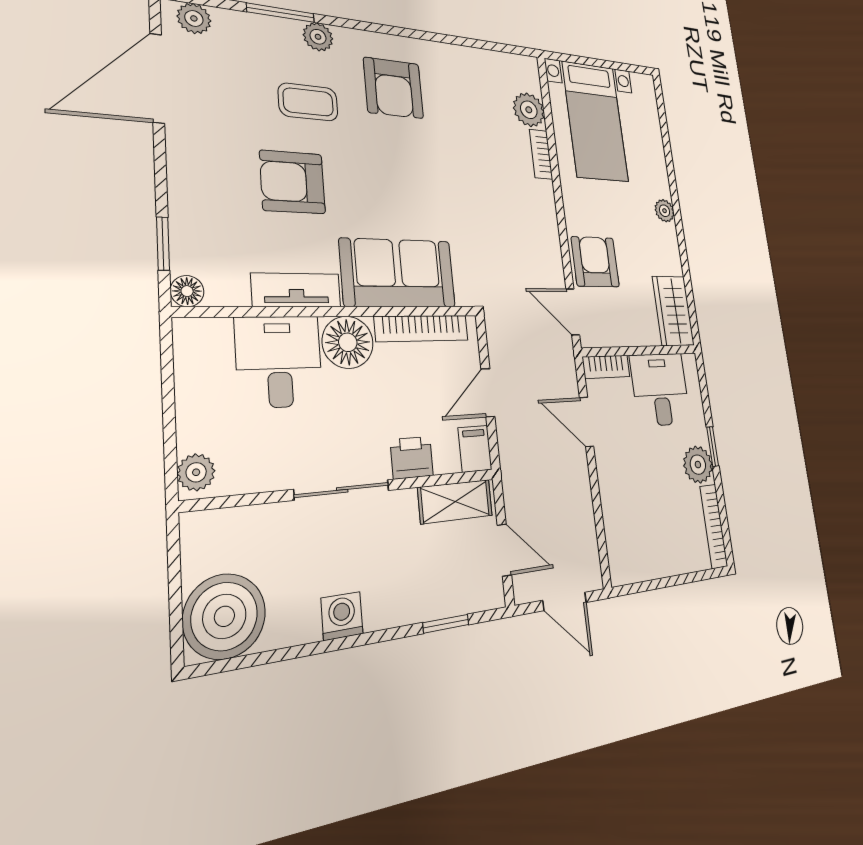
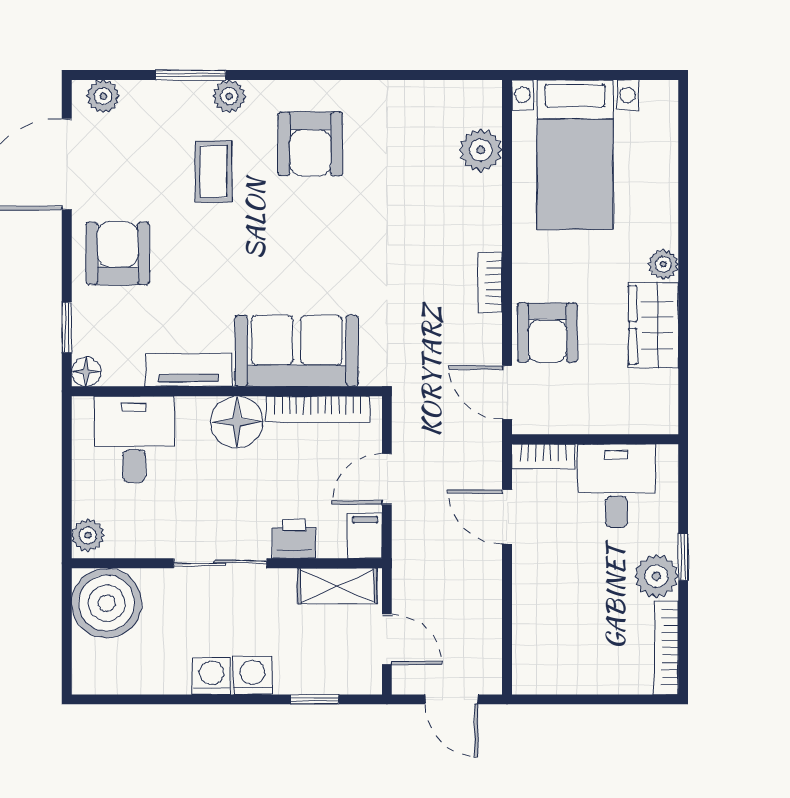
coffee table: (308, 102) -> (214, 171), turned 90
bookcase: (541, 154) -> (490, 282), moved
armchair: (293, 182) -> (118, 253), moved, turned 90
armchair: (595, 262) -> (547, 333), turned 180
wardrobe: (673, 311) -> (653, 325), moved
desk: (279, 362) -> (134, 439), moved
washing machine: (384, 608) -> (252, 676), added
boiler: (224, 616) -> (107, 603), moved

